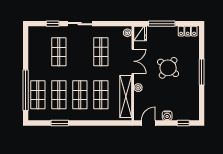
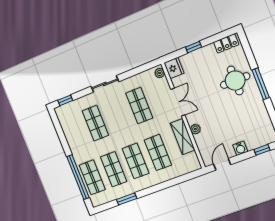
window: (53, 24) -> (65, 100), moved
window: (162, 24) -> (194, 47), width x0.46
round table: (168, 68) -> (235, 81), moved, turned -38
shelving: (126, 96) -> (183, 137), width x0.68

